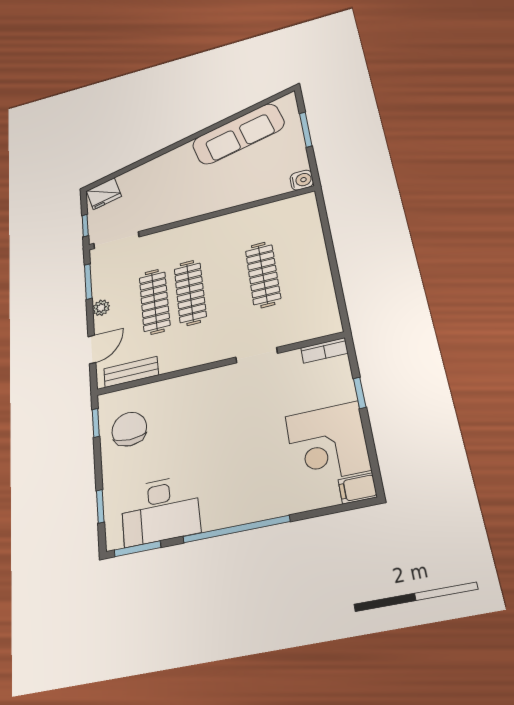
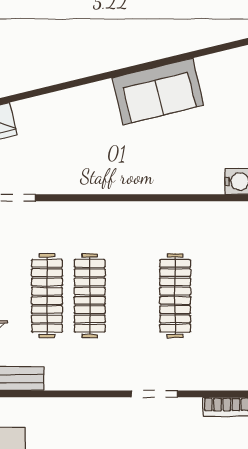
sofa: (238, 134) -> (158, 91), width x0.73

